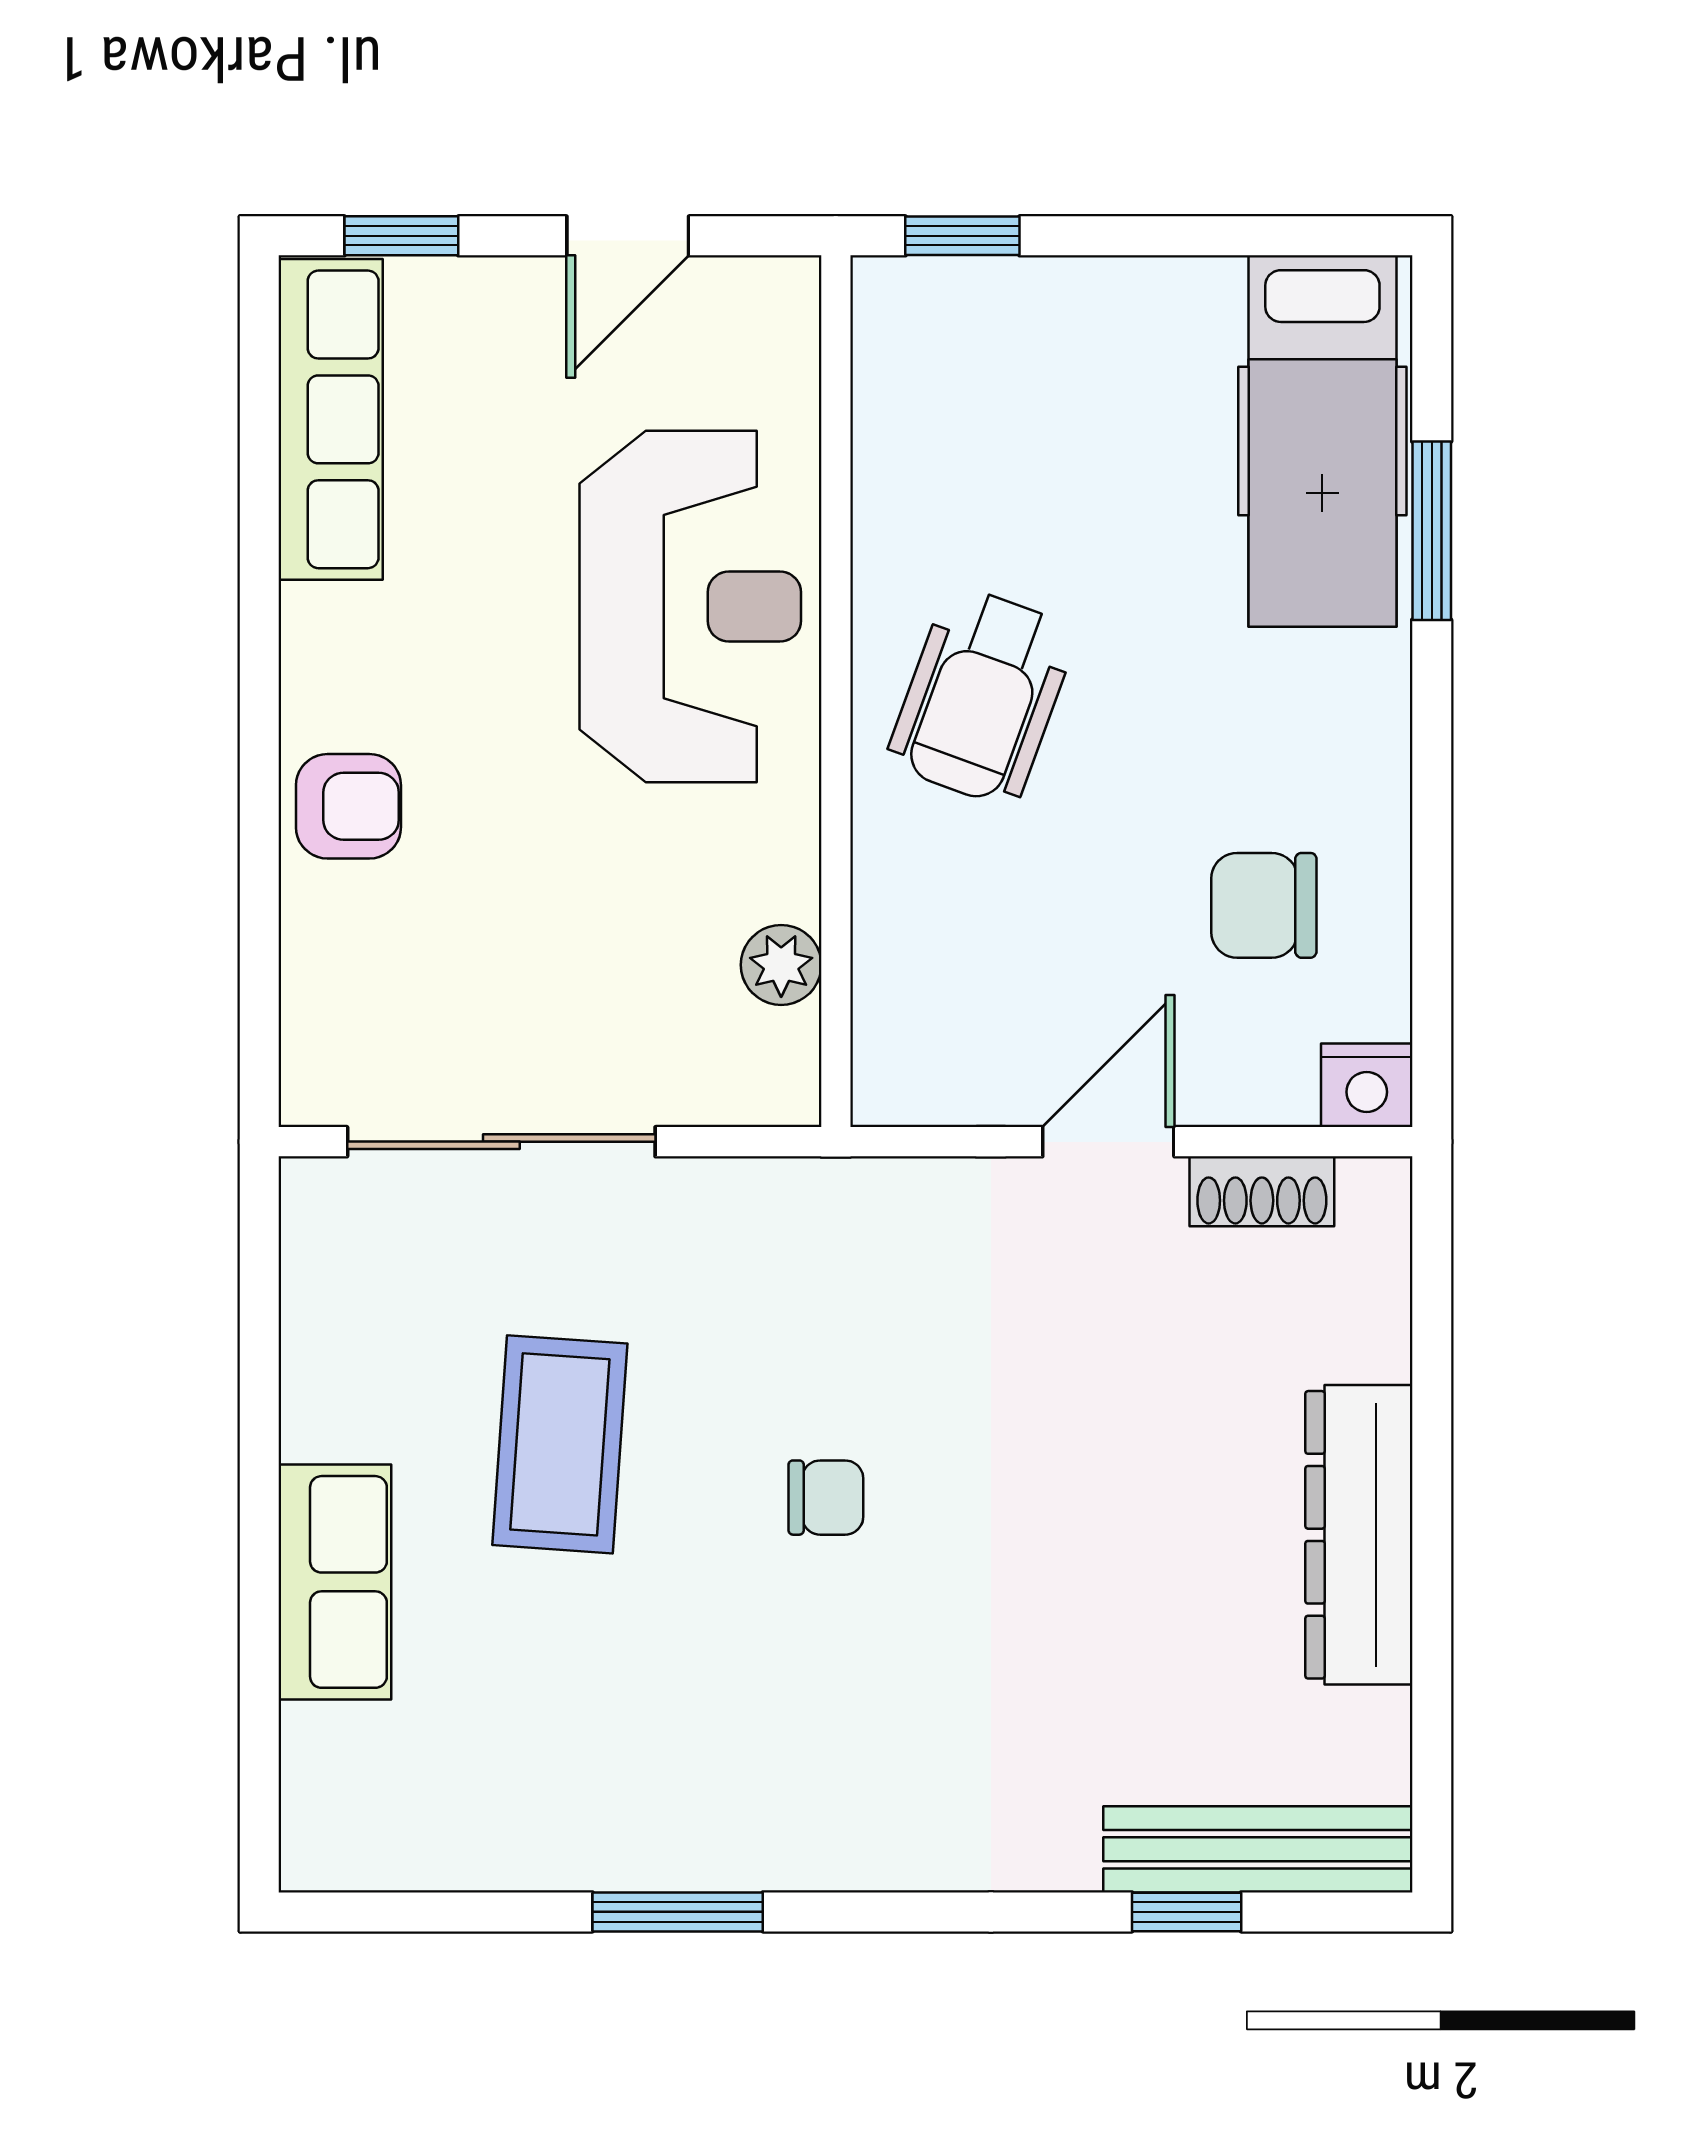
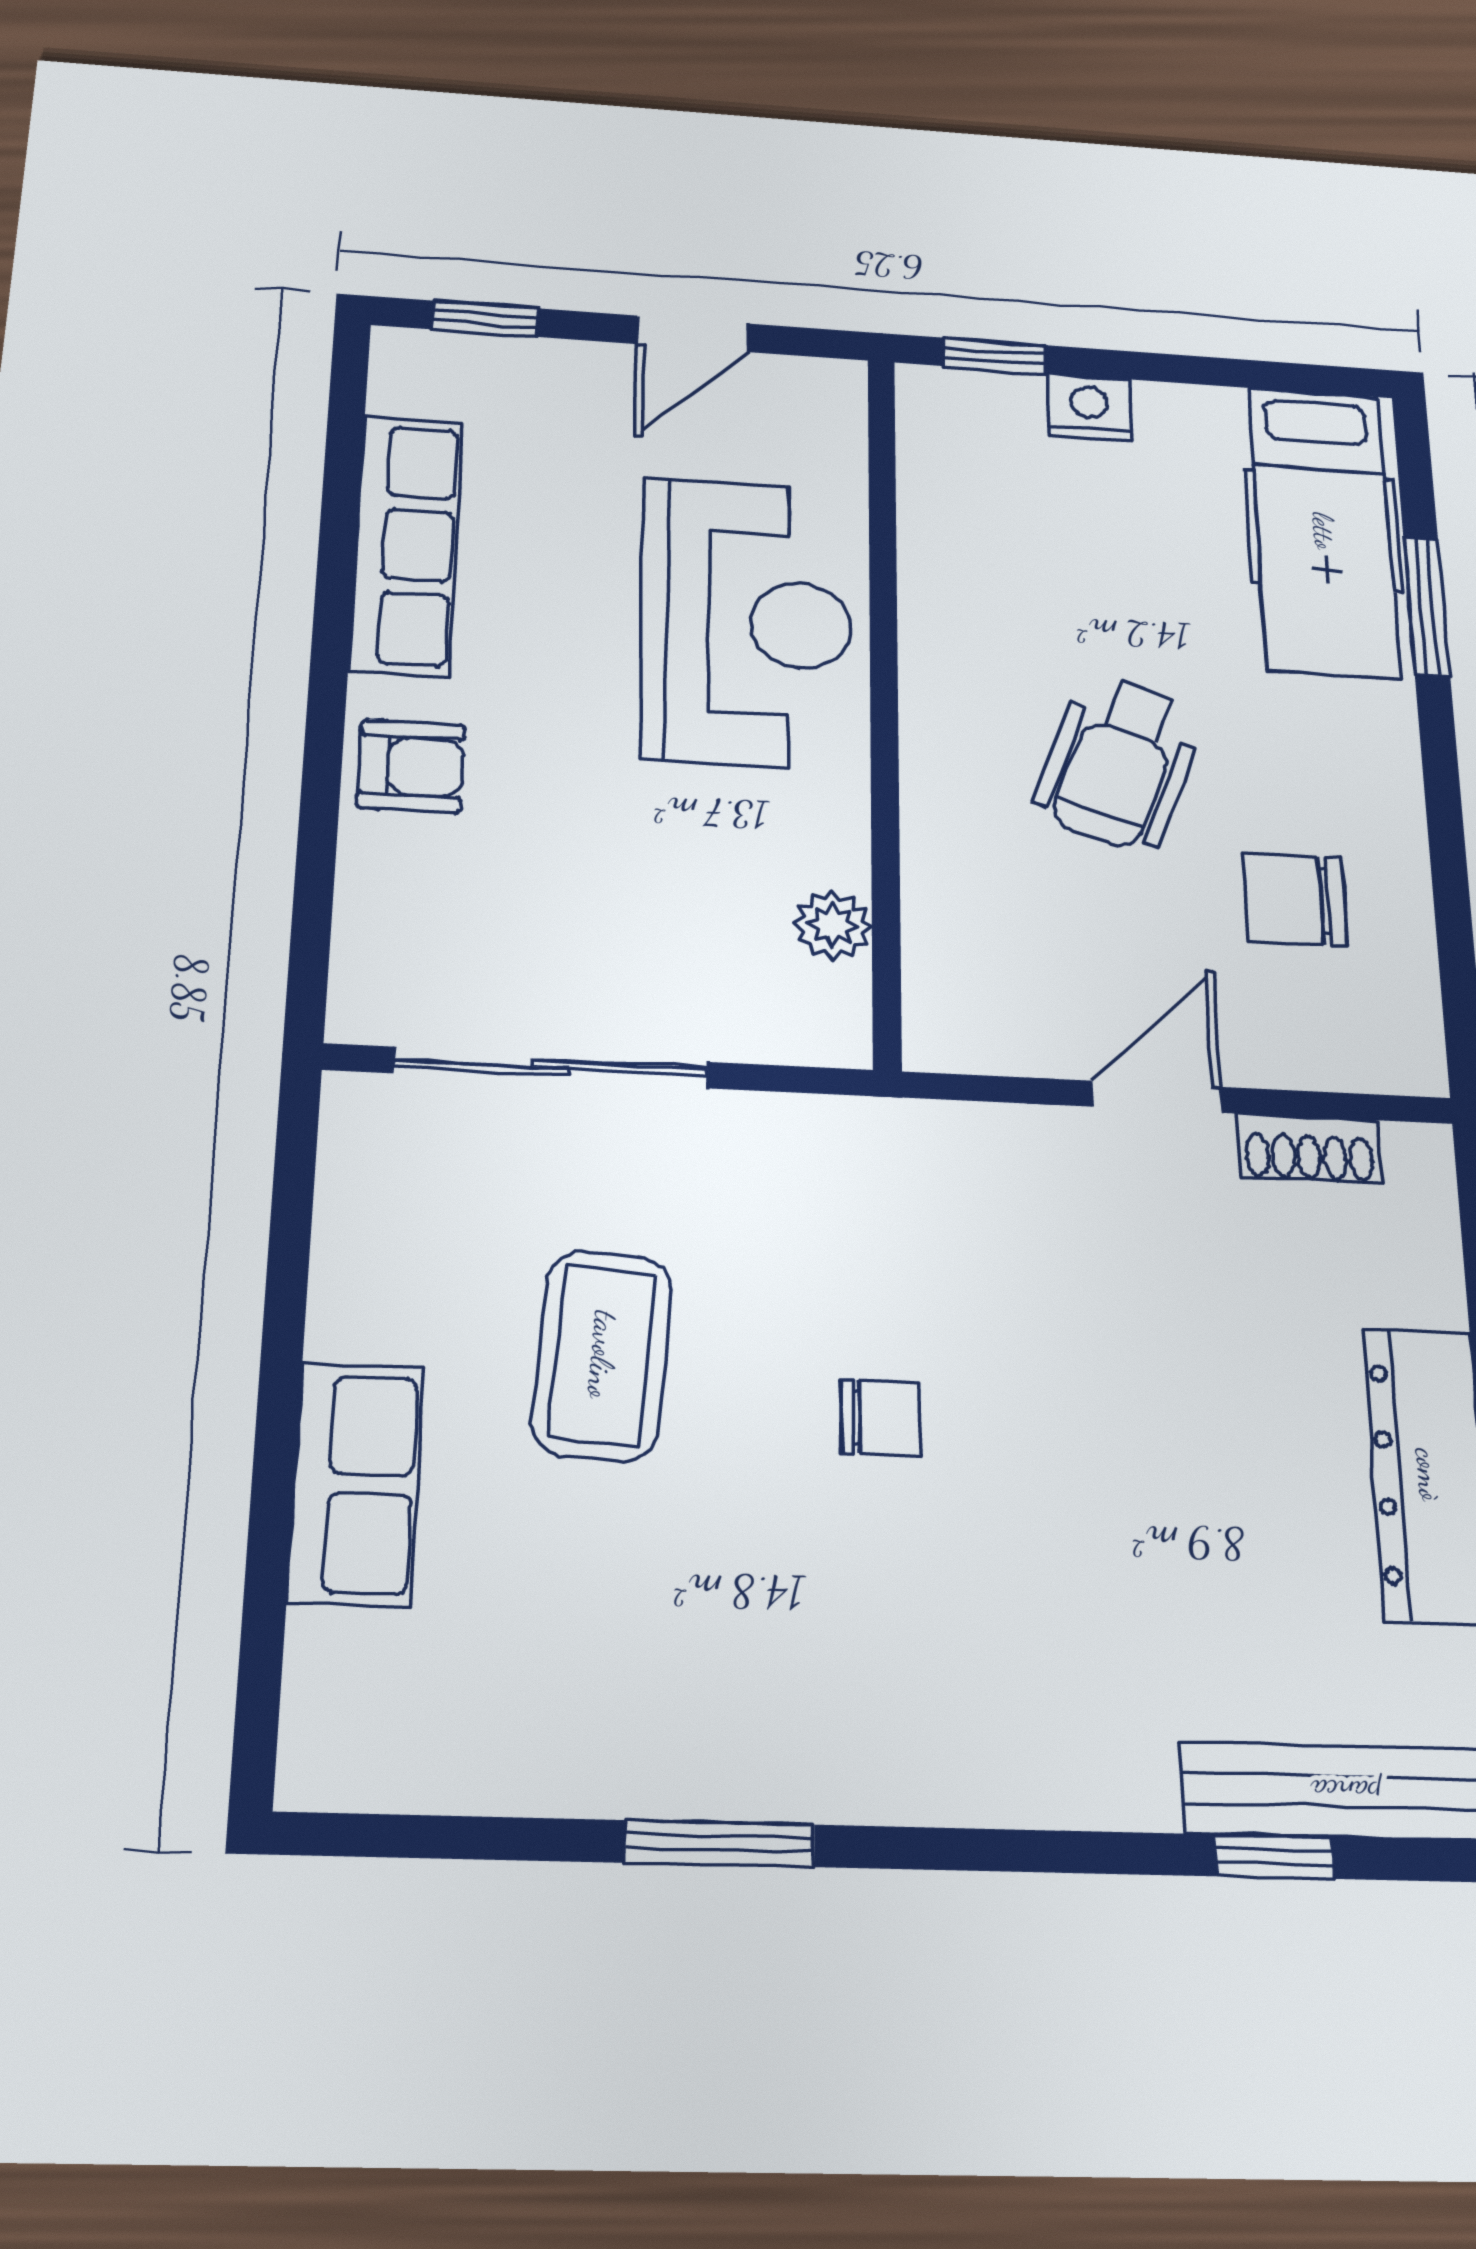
row of seats: (331, 419) -> (406, 544), moved
wheelchair: (982, 696) -> (1119, 762), moved
nightstand: (1367, 1085) -> (1089, 407), moved, turned 180

